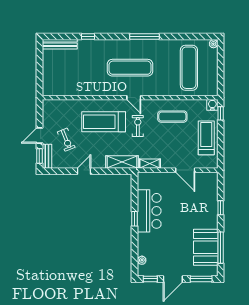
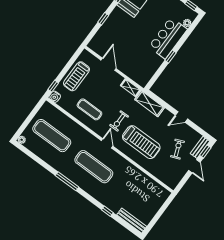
exercise mat: (189, 68) -> (52, 136), turned 90
door: (39, 135) -> (194, 166), hinge flipped
bar counter: (149, 211) -> (168, 38), moved

